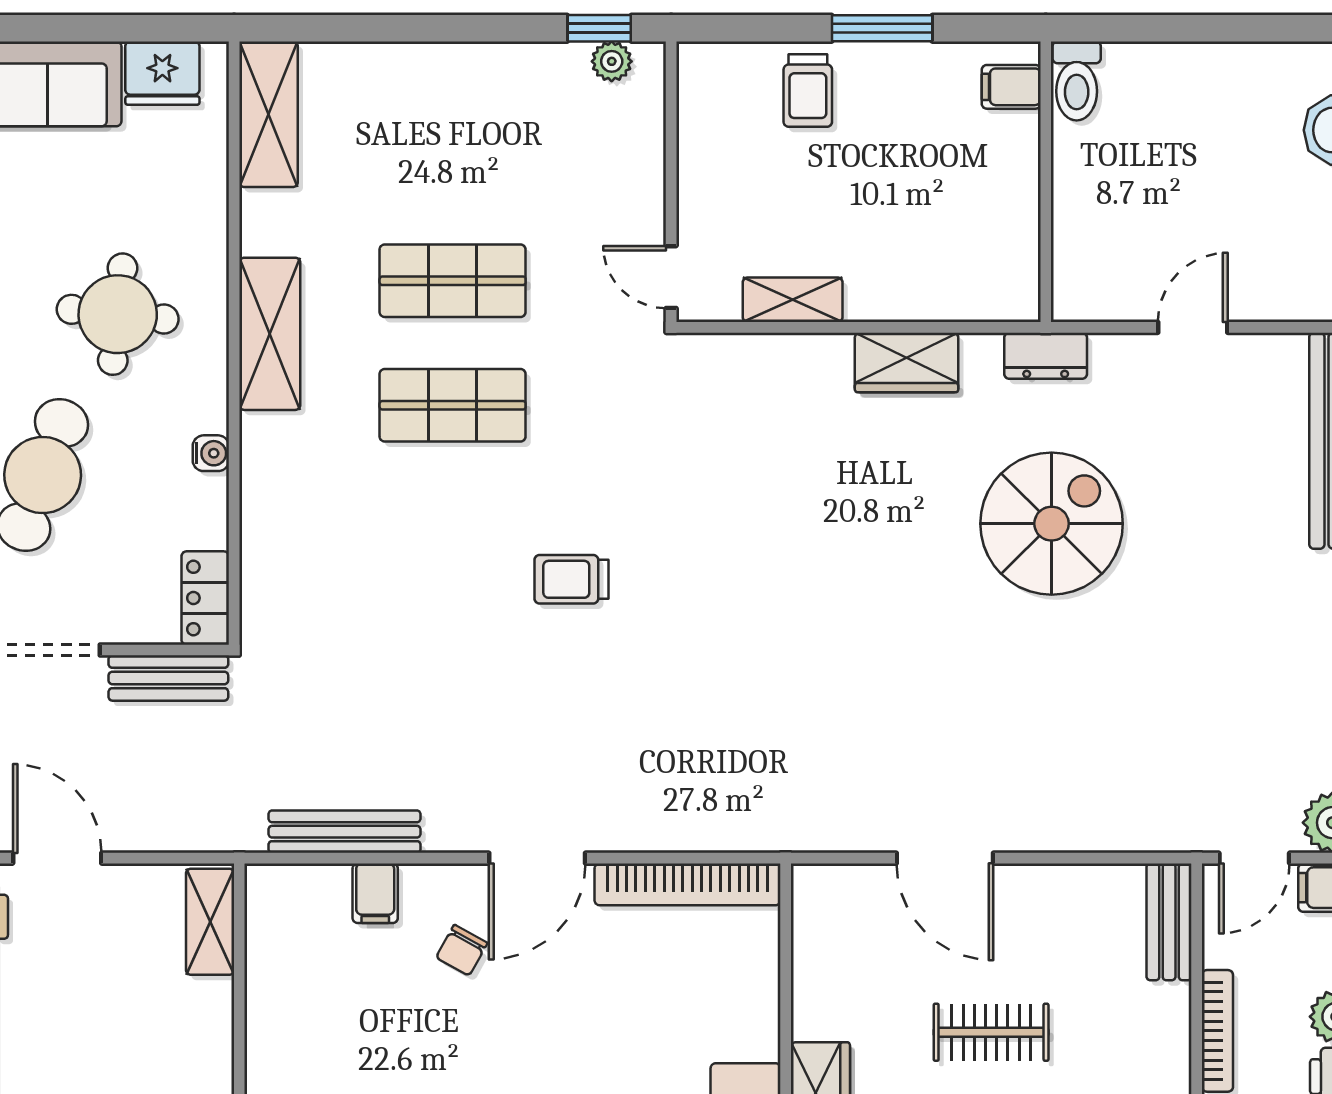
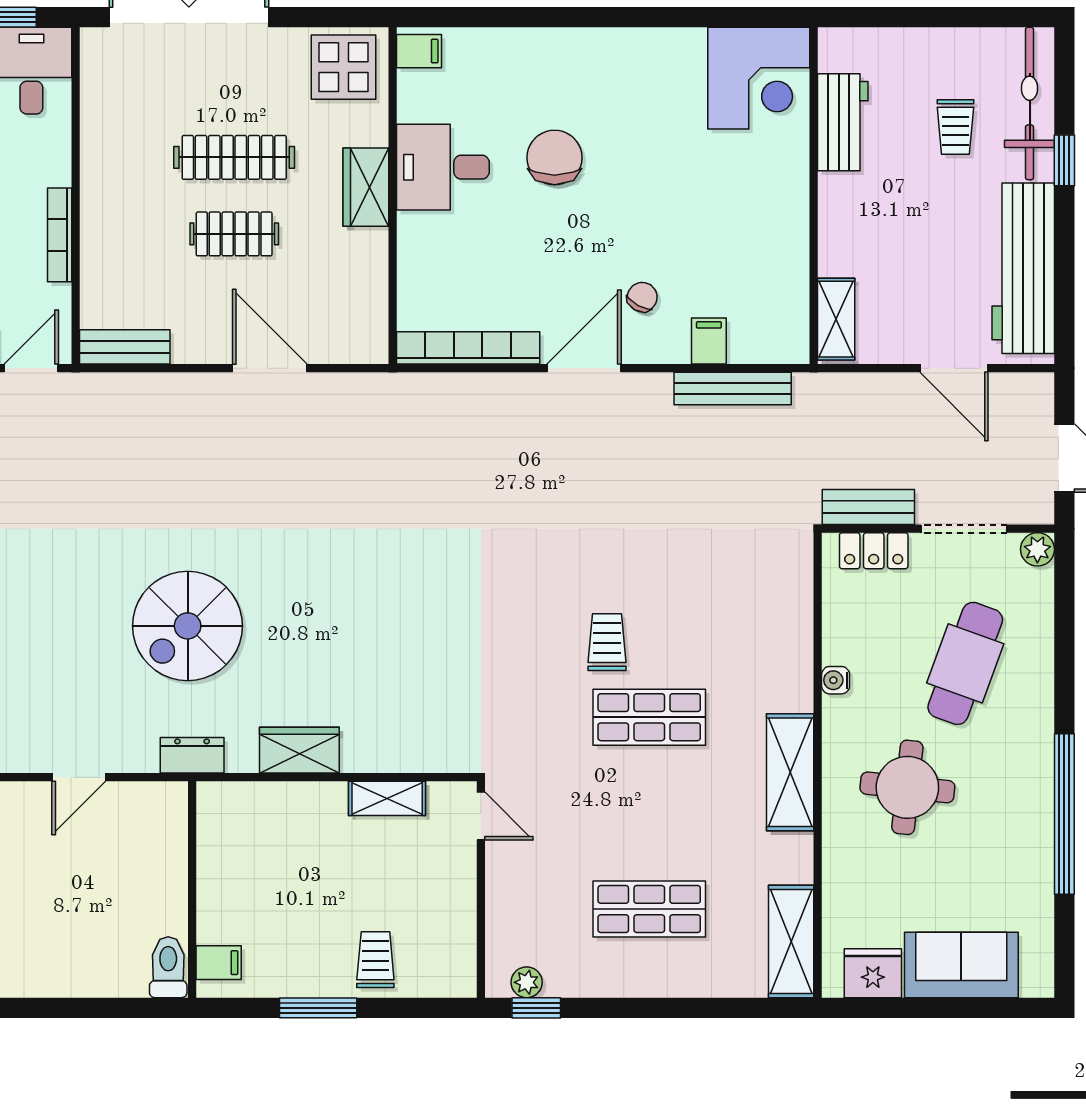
shop shelf: (453, 281) -> (649, 909), moved
trolley: (572, 579) -> (607, 642), moved, turned -90
locker: (205, 598) -> (874, 551), moved, turned 90
bench: (1169, 922) -> (125, 347), moved, turned 90

